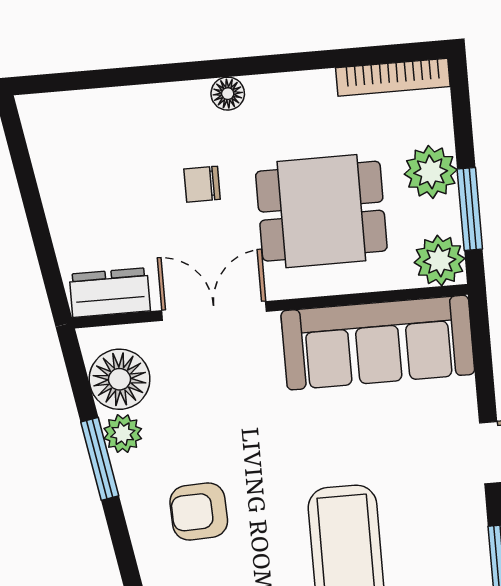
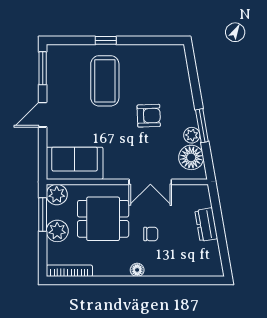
dresser: (110, 293) -> (206, 225), moved, turned 80
sofa: (378, 343) -> (75, 163), width x0.73
armchair: (199, 511) -> (149, 116), moved

